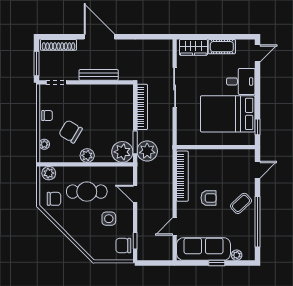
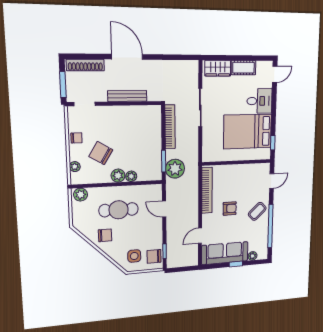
plant: (122, 152) -> (131, 176), moved, width x0.53, depth x0.53
chair: (54, 199) -> (105, 235), moved
side table: (109, 219) -> (134, 256), moved

